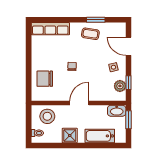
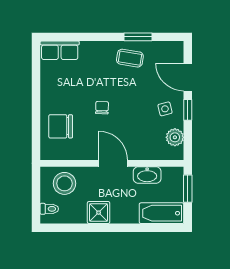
row of seats: (50, 29) -> (60, 50), width x0.68
window: (128, 83) -> (188, 110), moved
door: (79, 103) -> (113, 163), hinge flipped
washbasin: (117, 111) -> (147, 175), moved
bathtub: (100, 136) -> (162, 213), moved

